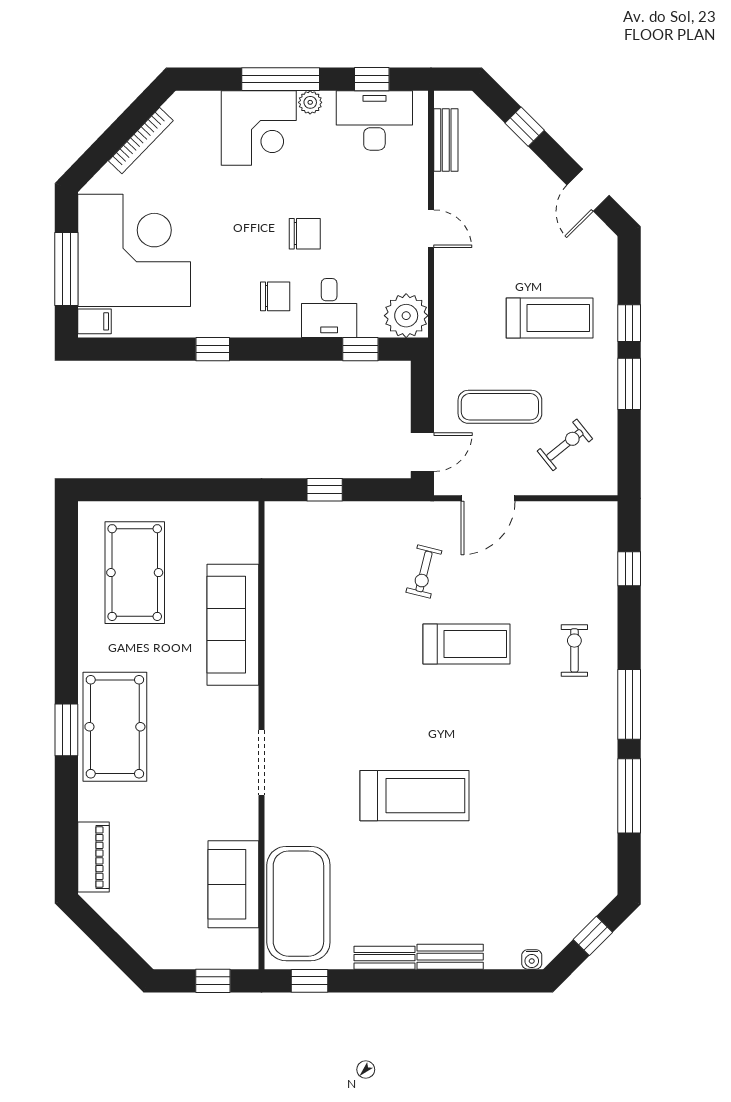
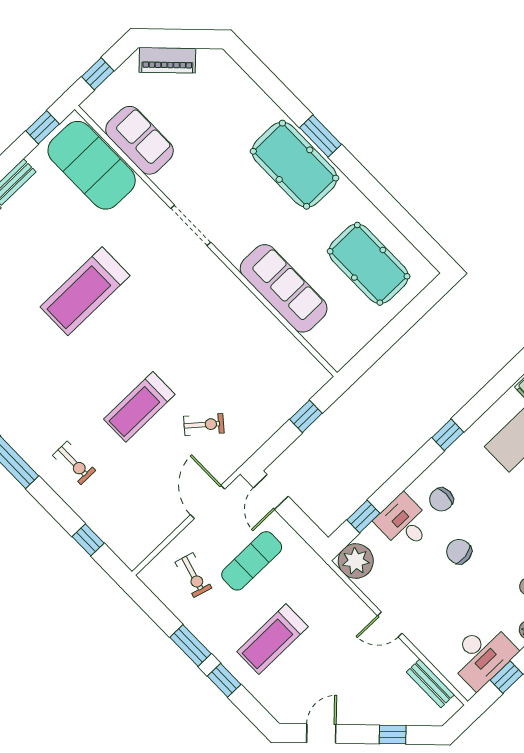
door: (588, 190) -> (321, 734), hinge flipped
chair: (305, 234) -> (459, 552), turned 82
exercise bike: (565, 445) -> (193, 575), turned -35
exercise bike: (424, 572) -> (204, 425), turned 116
piano: (94, 857) -> (167, 60), moved, turned -45

